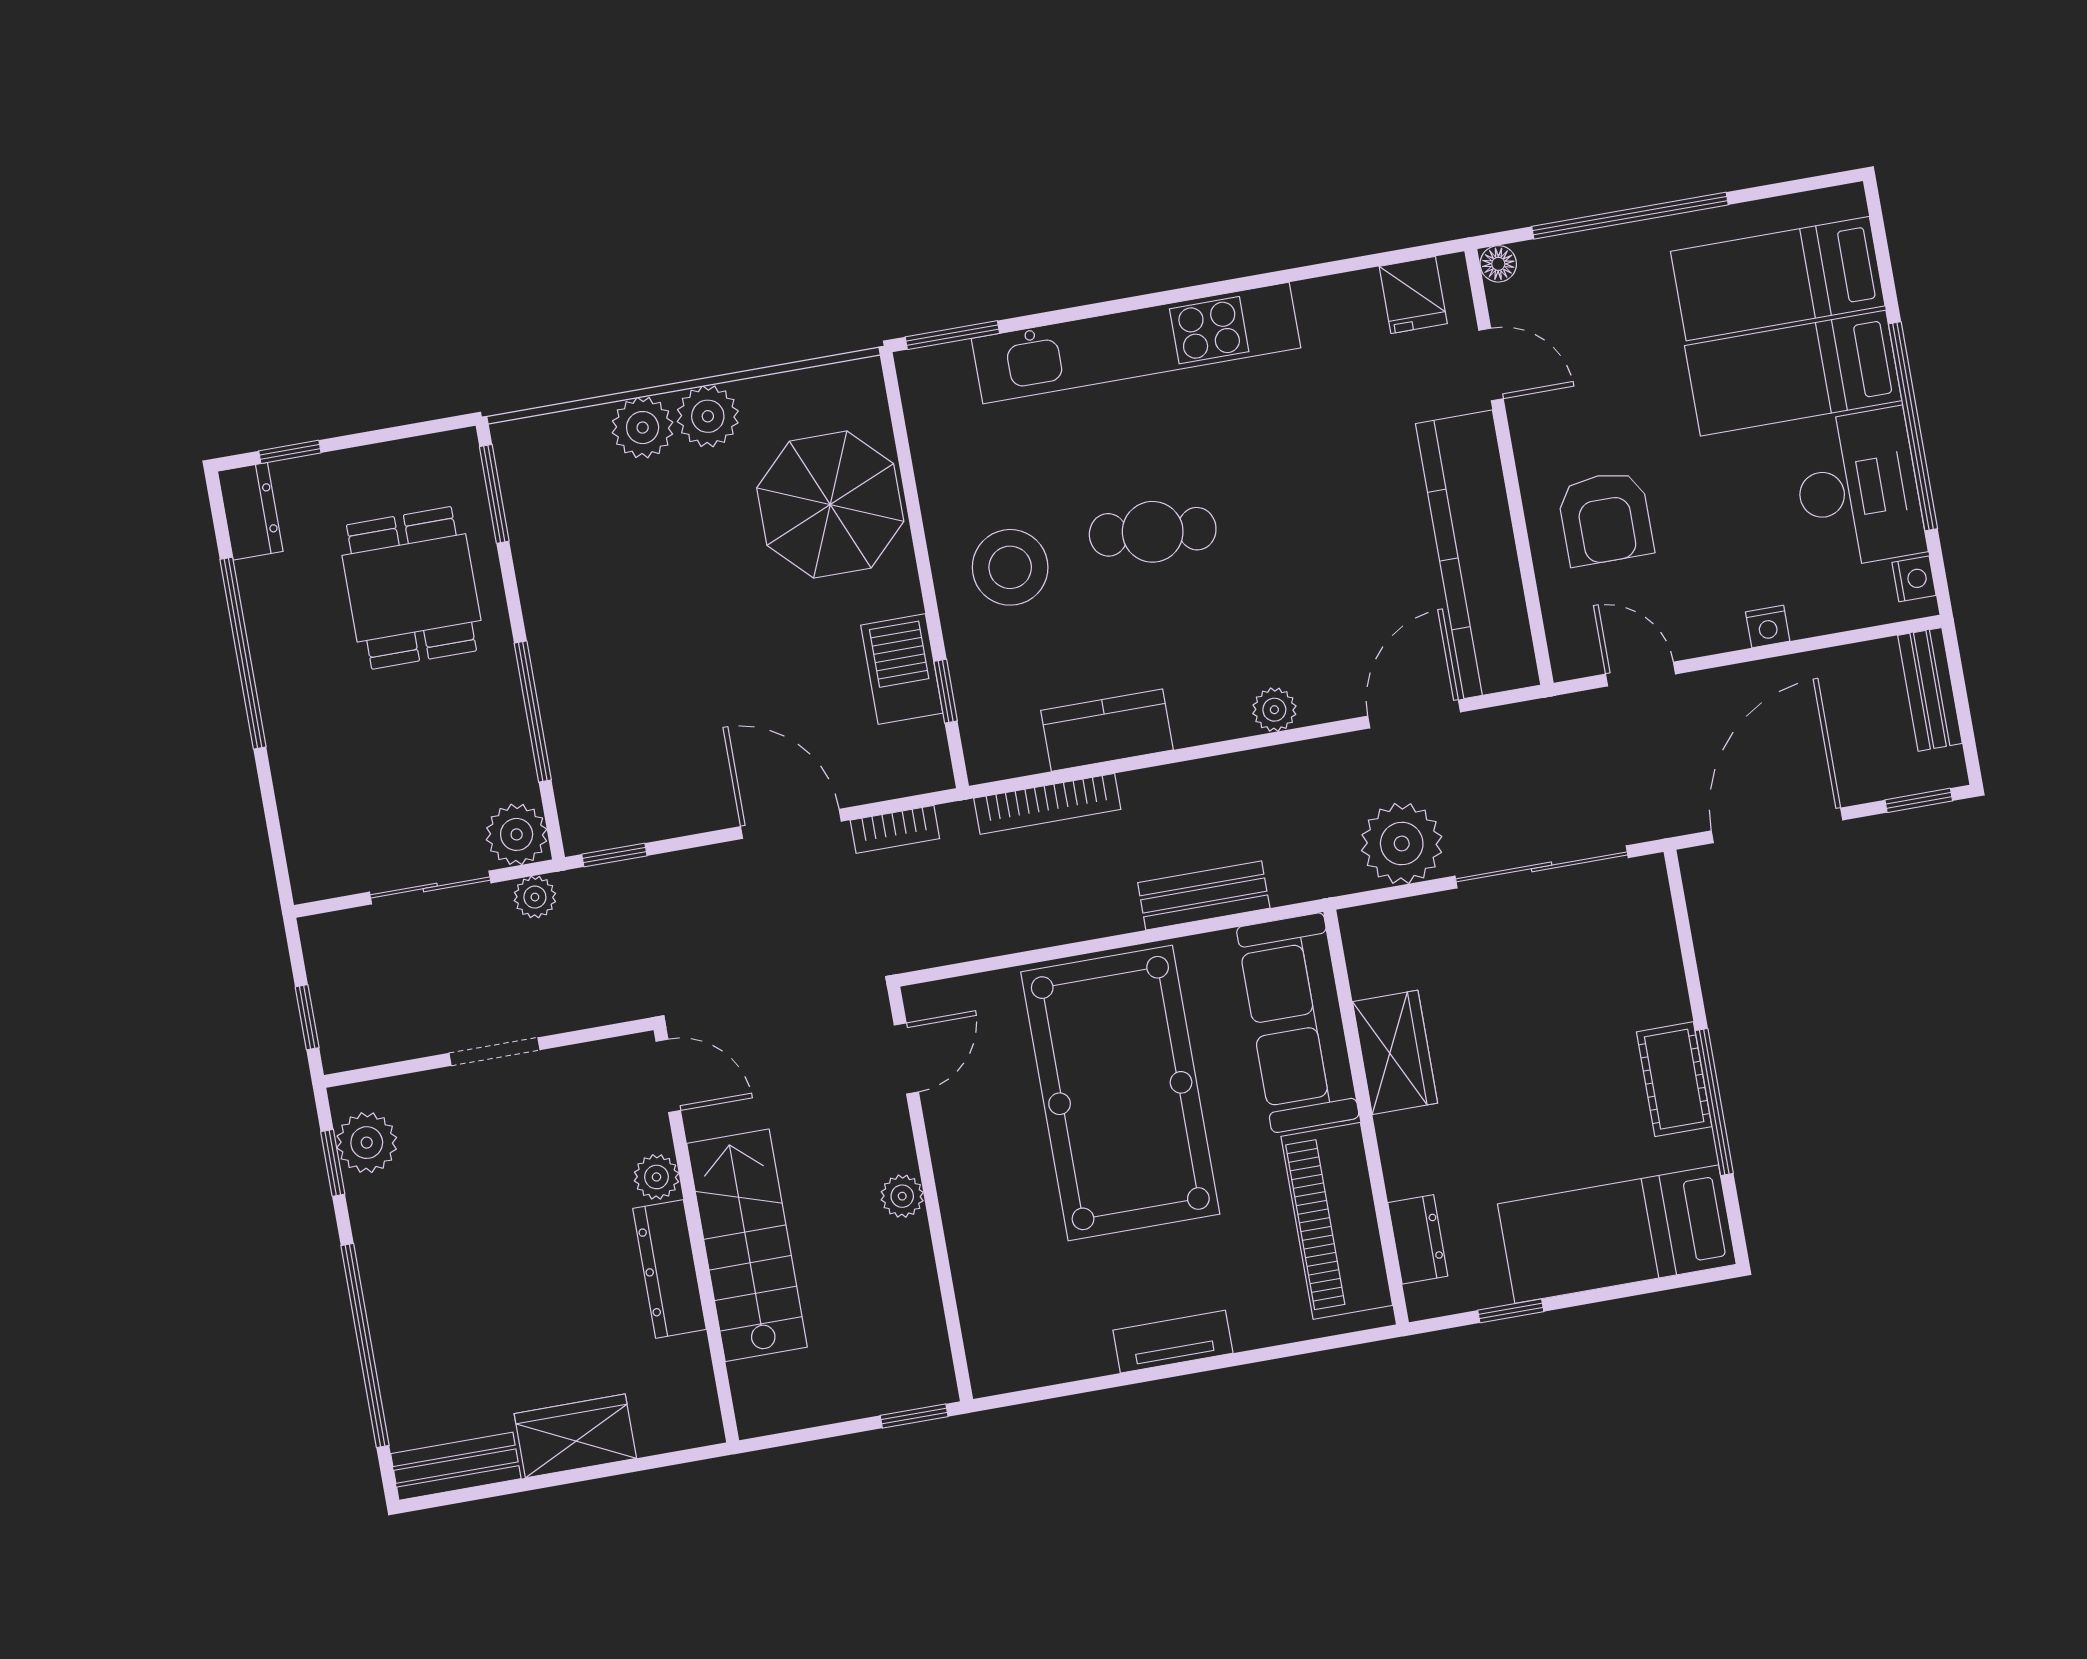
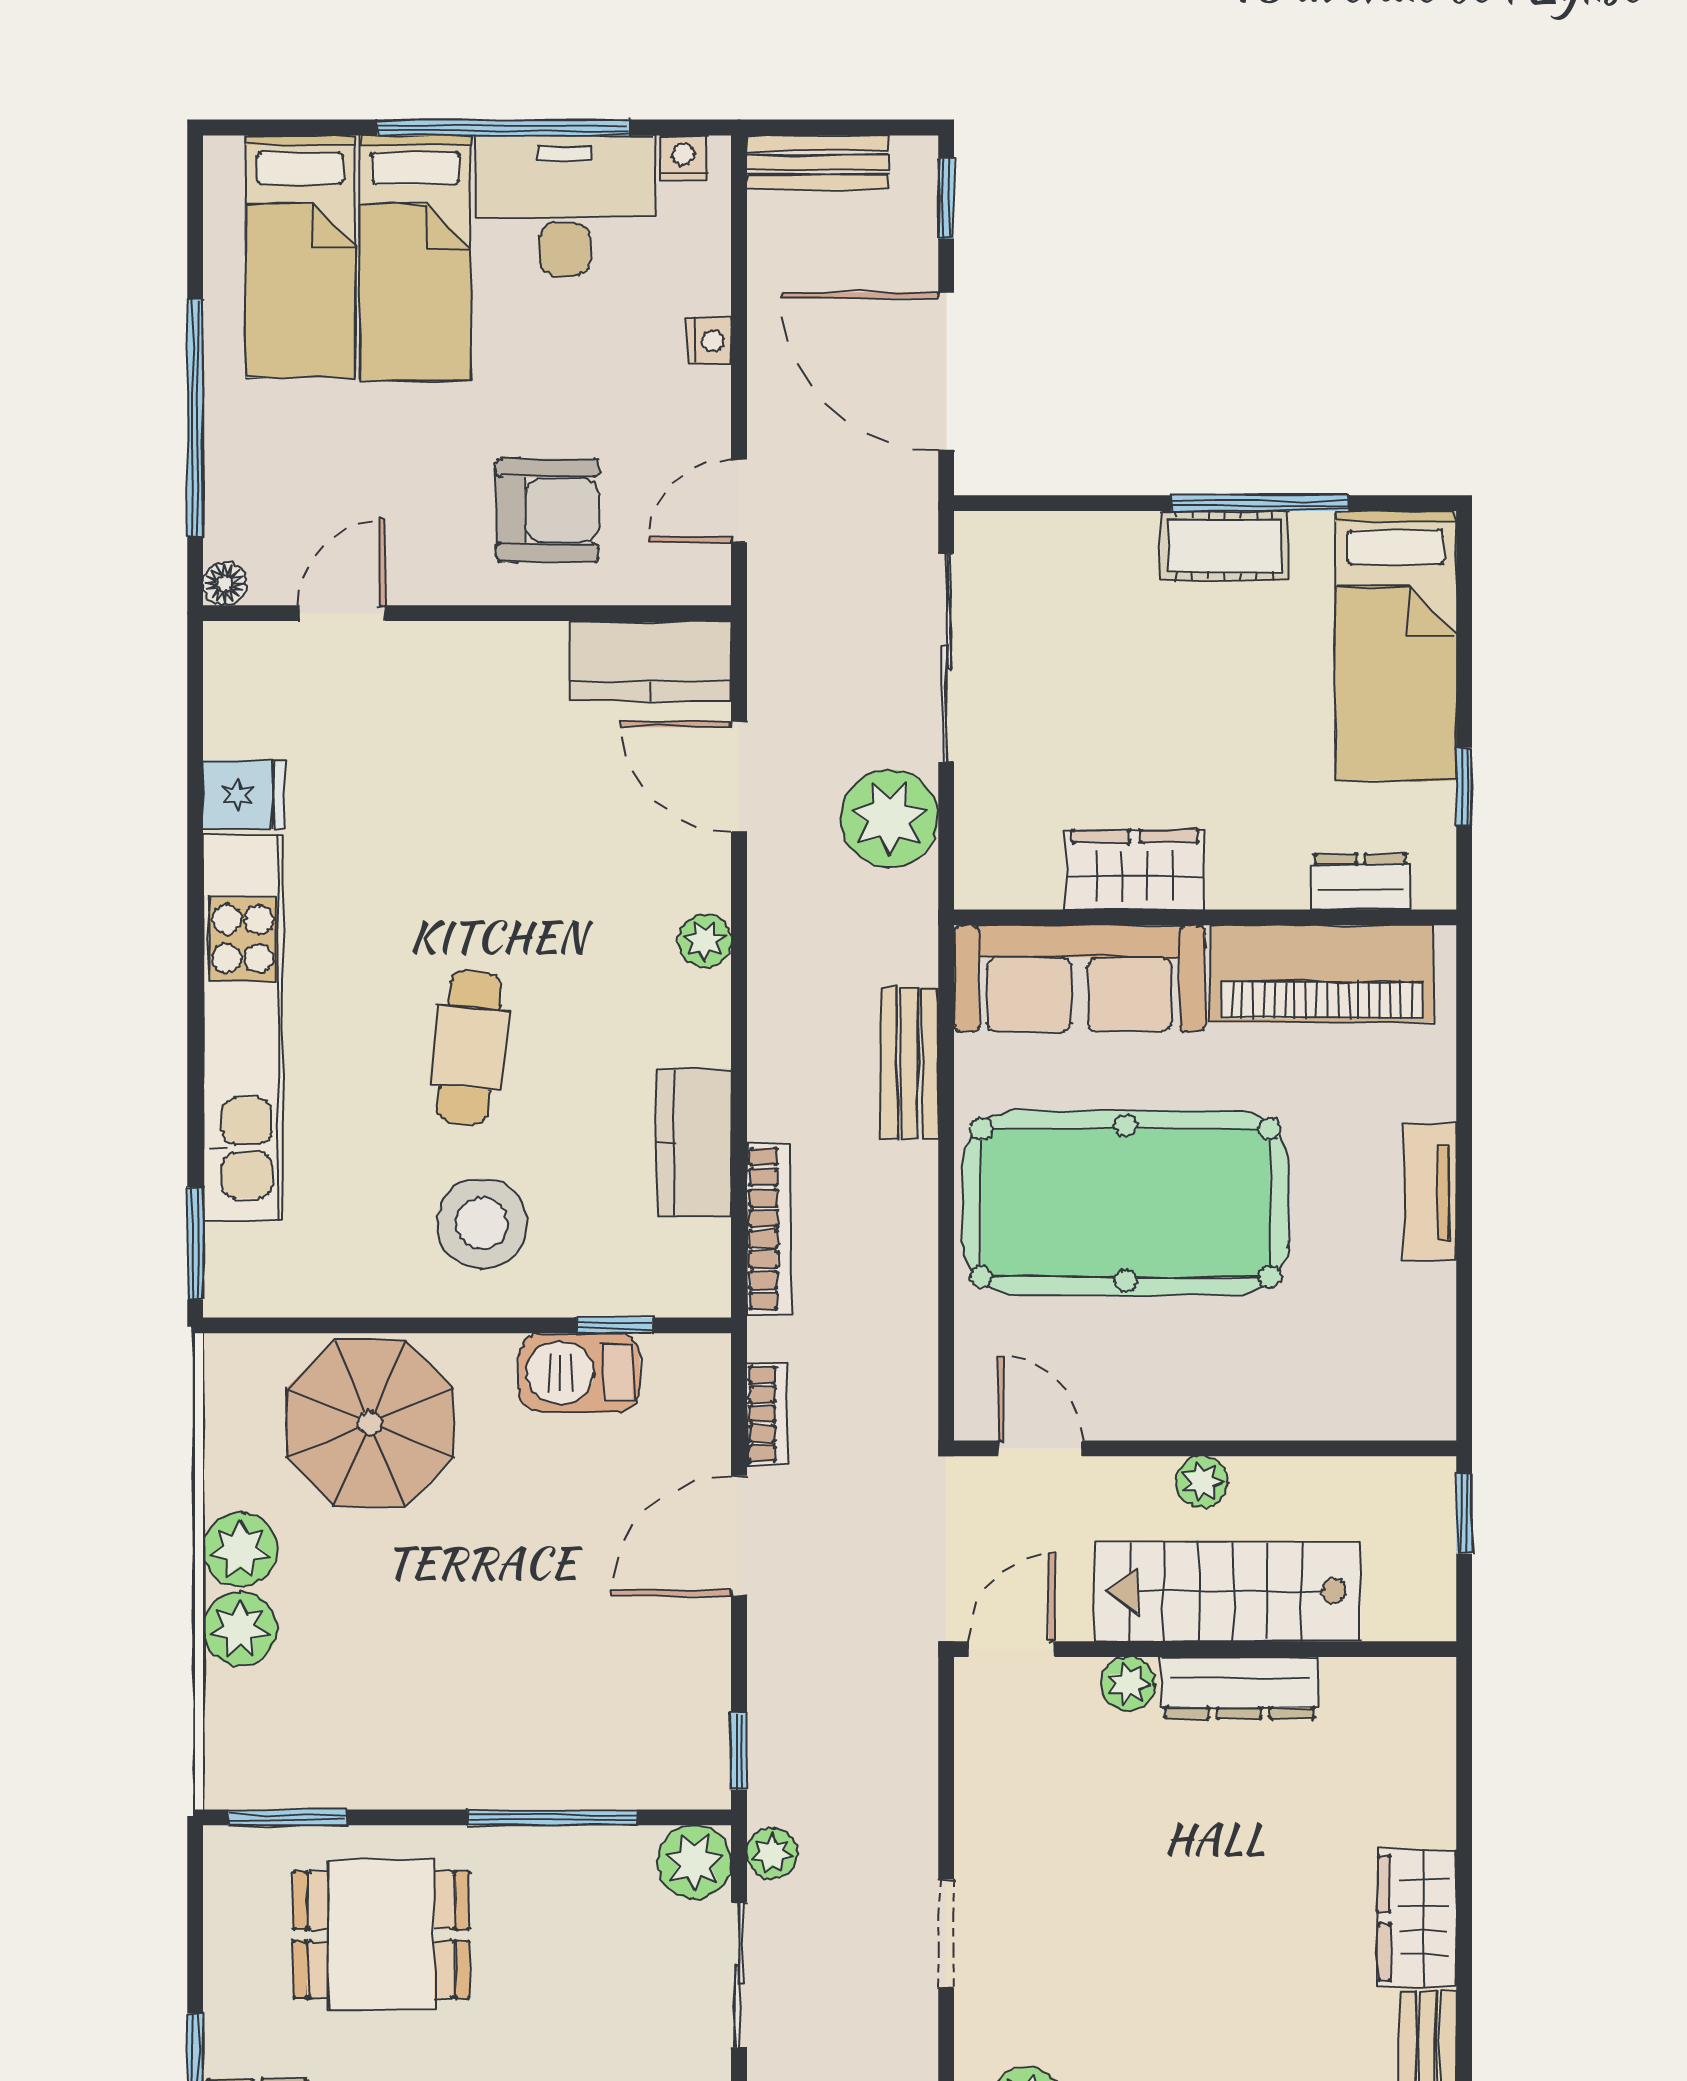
fridge: (1413, 295) -> (244, 795), moved
kitchen counter: (1478, 554) -> (651, 661), width x0.48, depth x0.86
door: (668, 1076) -> (1011, 1649), moved
plant: (656, 1177) -> (1128, 1684), moved
wall: (696, 1235) -> (1205, 1649), moved
stairs: (747, 1245) -> (1228, 1591), moved
dresser: (669, 1269) -> (1239, 1688), moved

